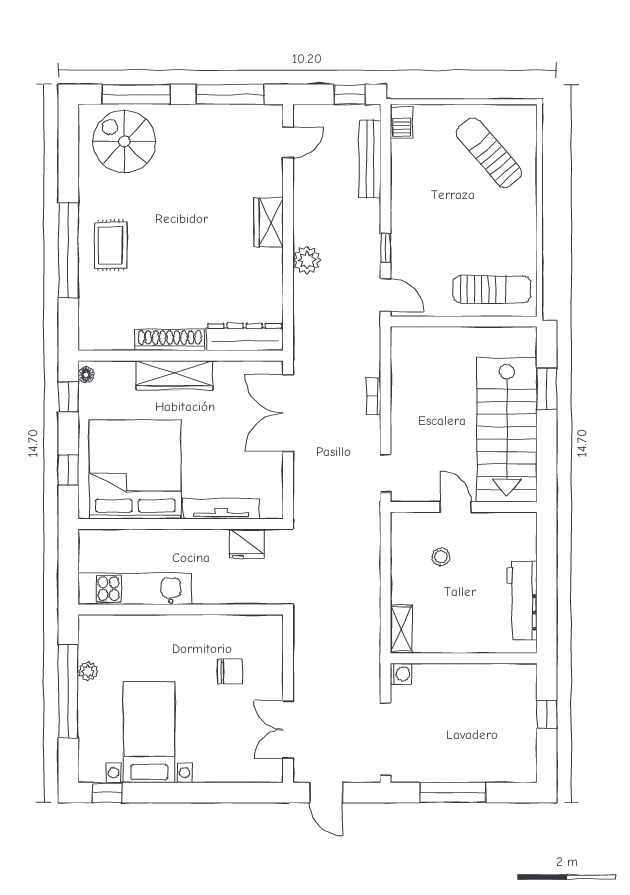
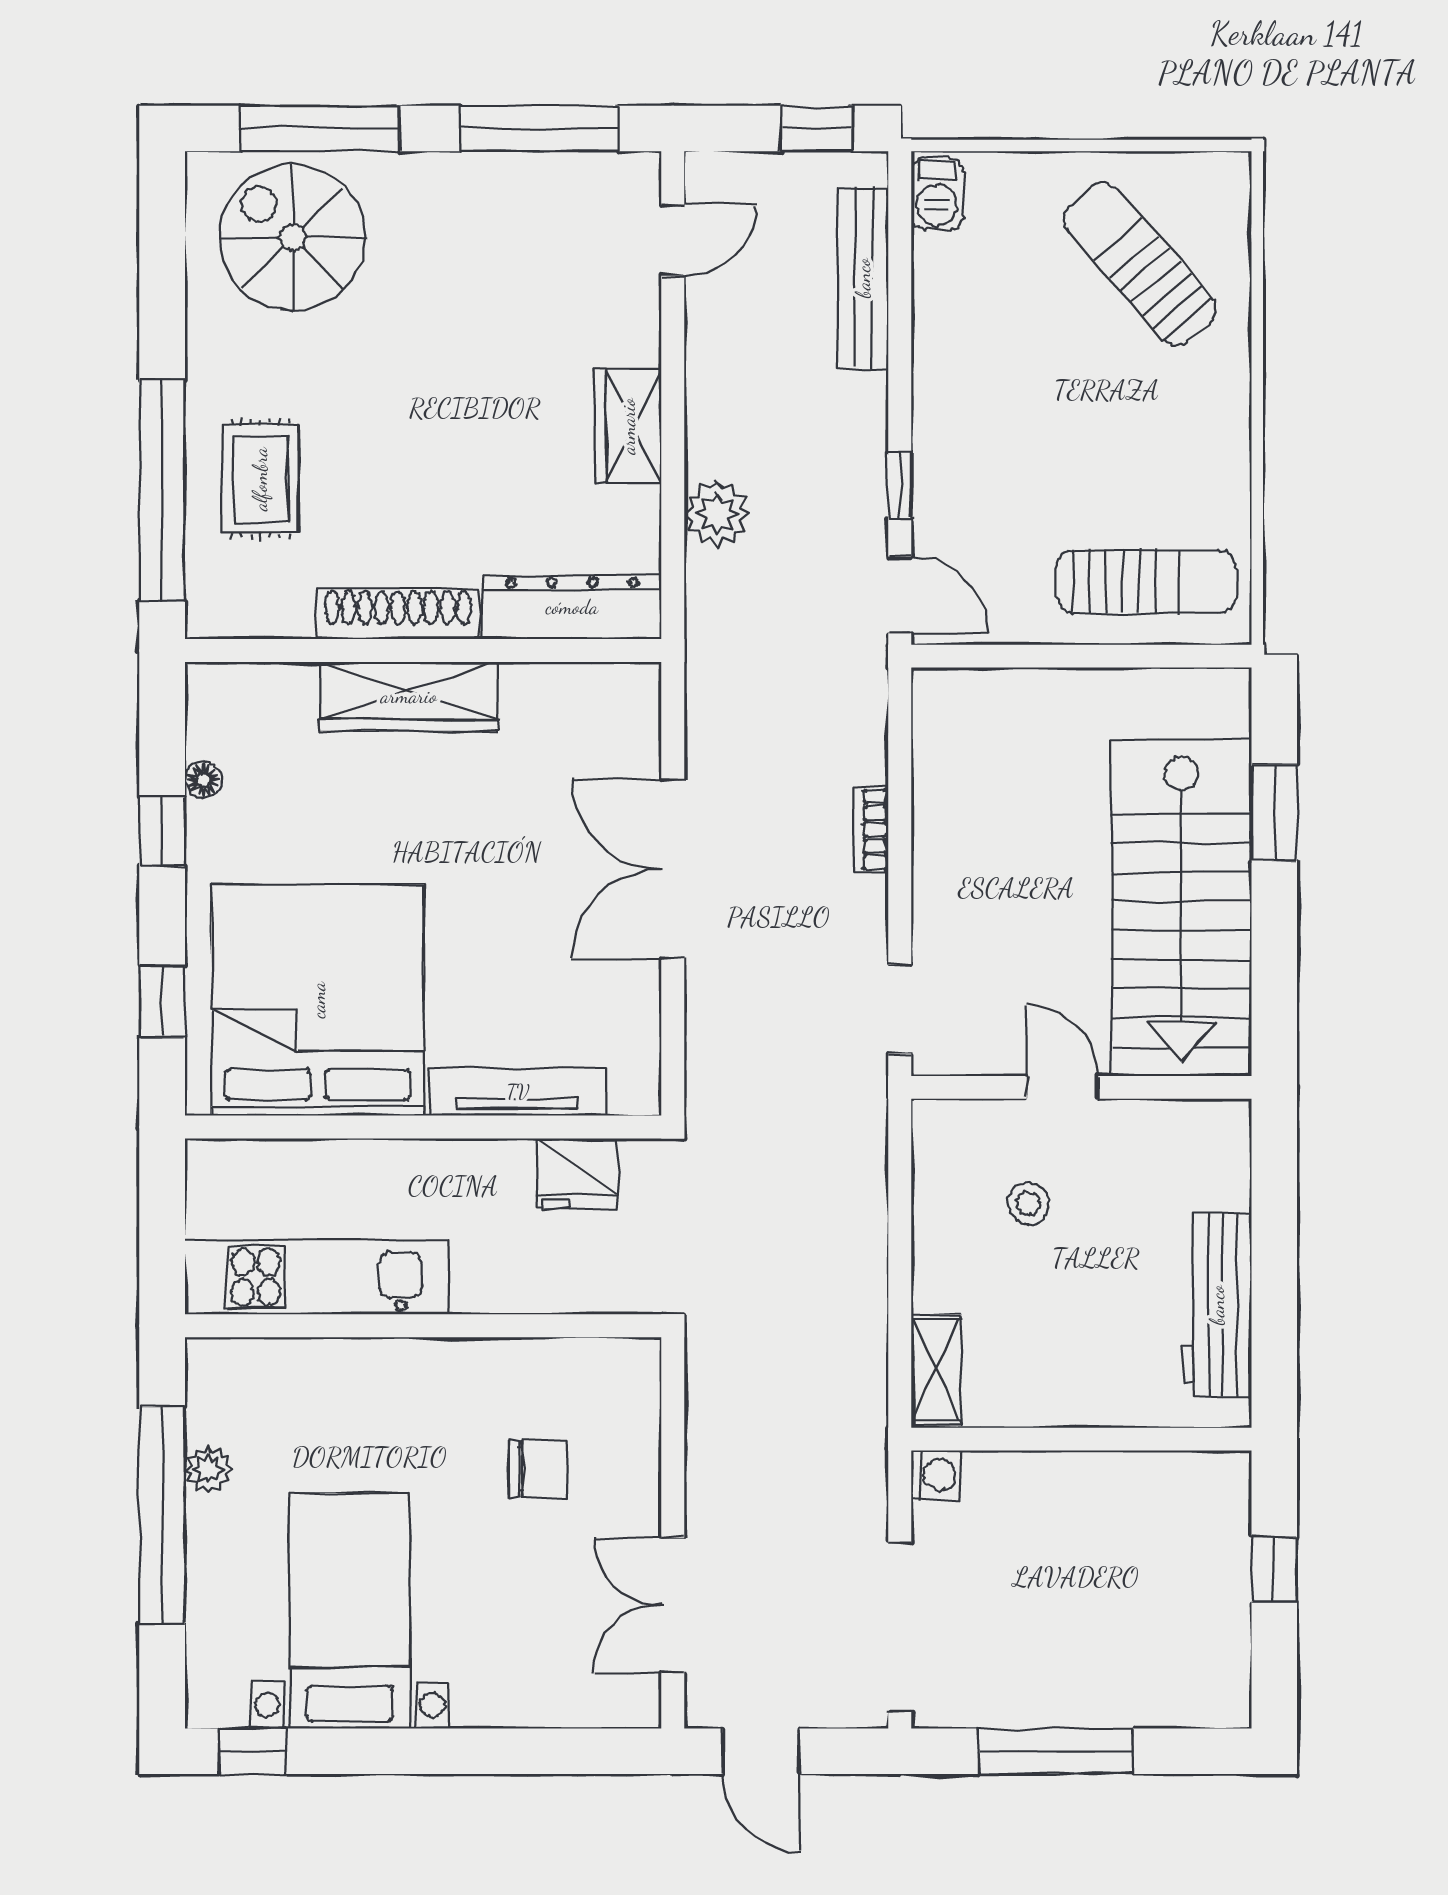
dresser: (245, 337) -> (572, 607), moved
shoe rack: (170, 340) -> (398, 614), moved
wall: (181, 356) -> (423, 650), moved
wardrobe: (174, 375) -> (409, 696), moved

